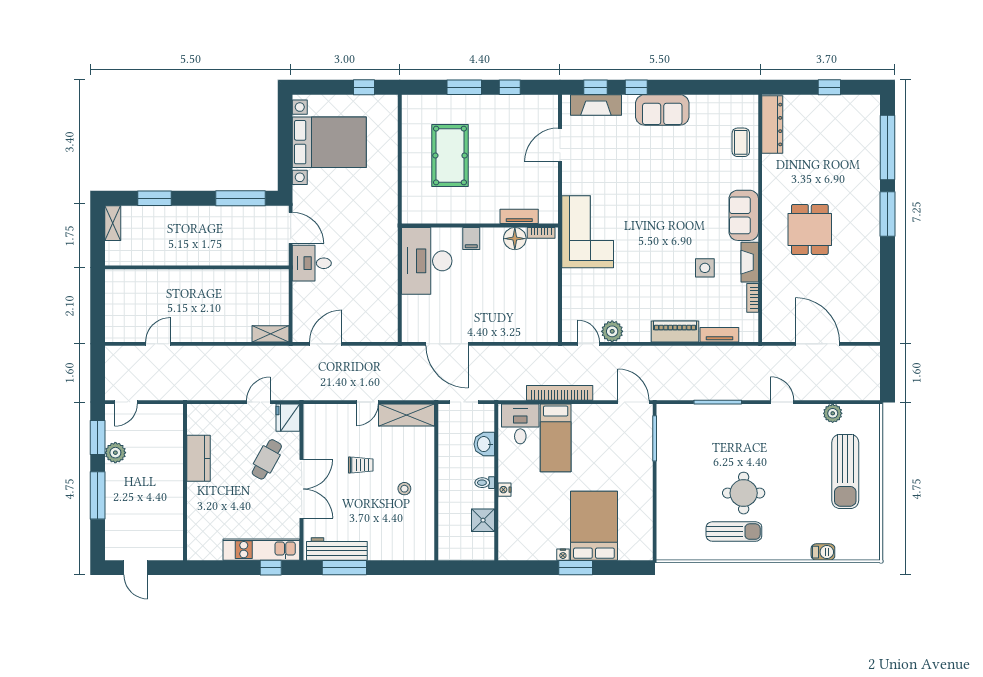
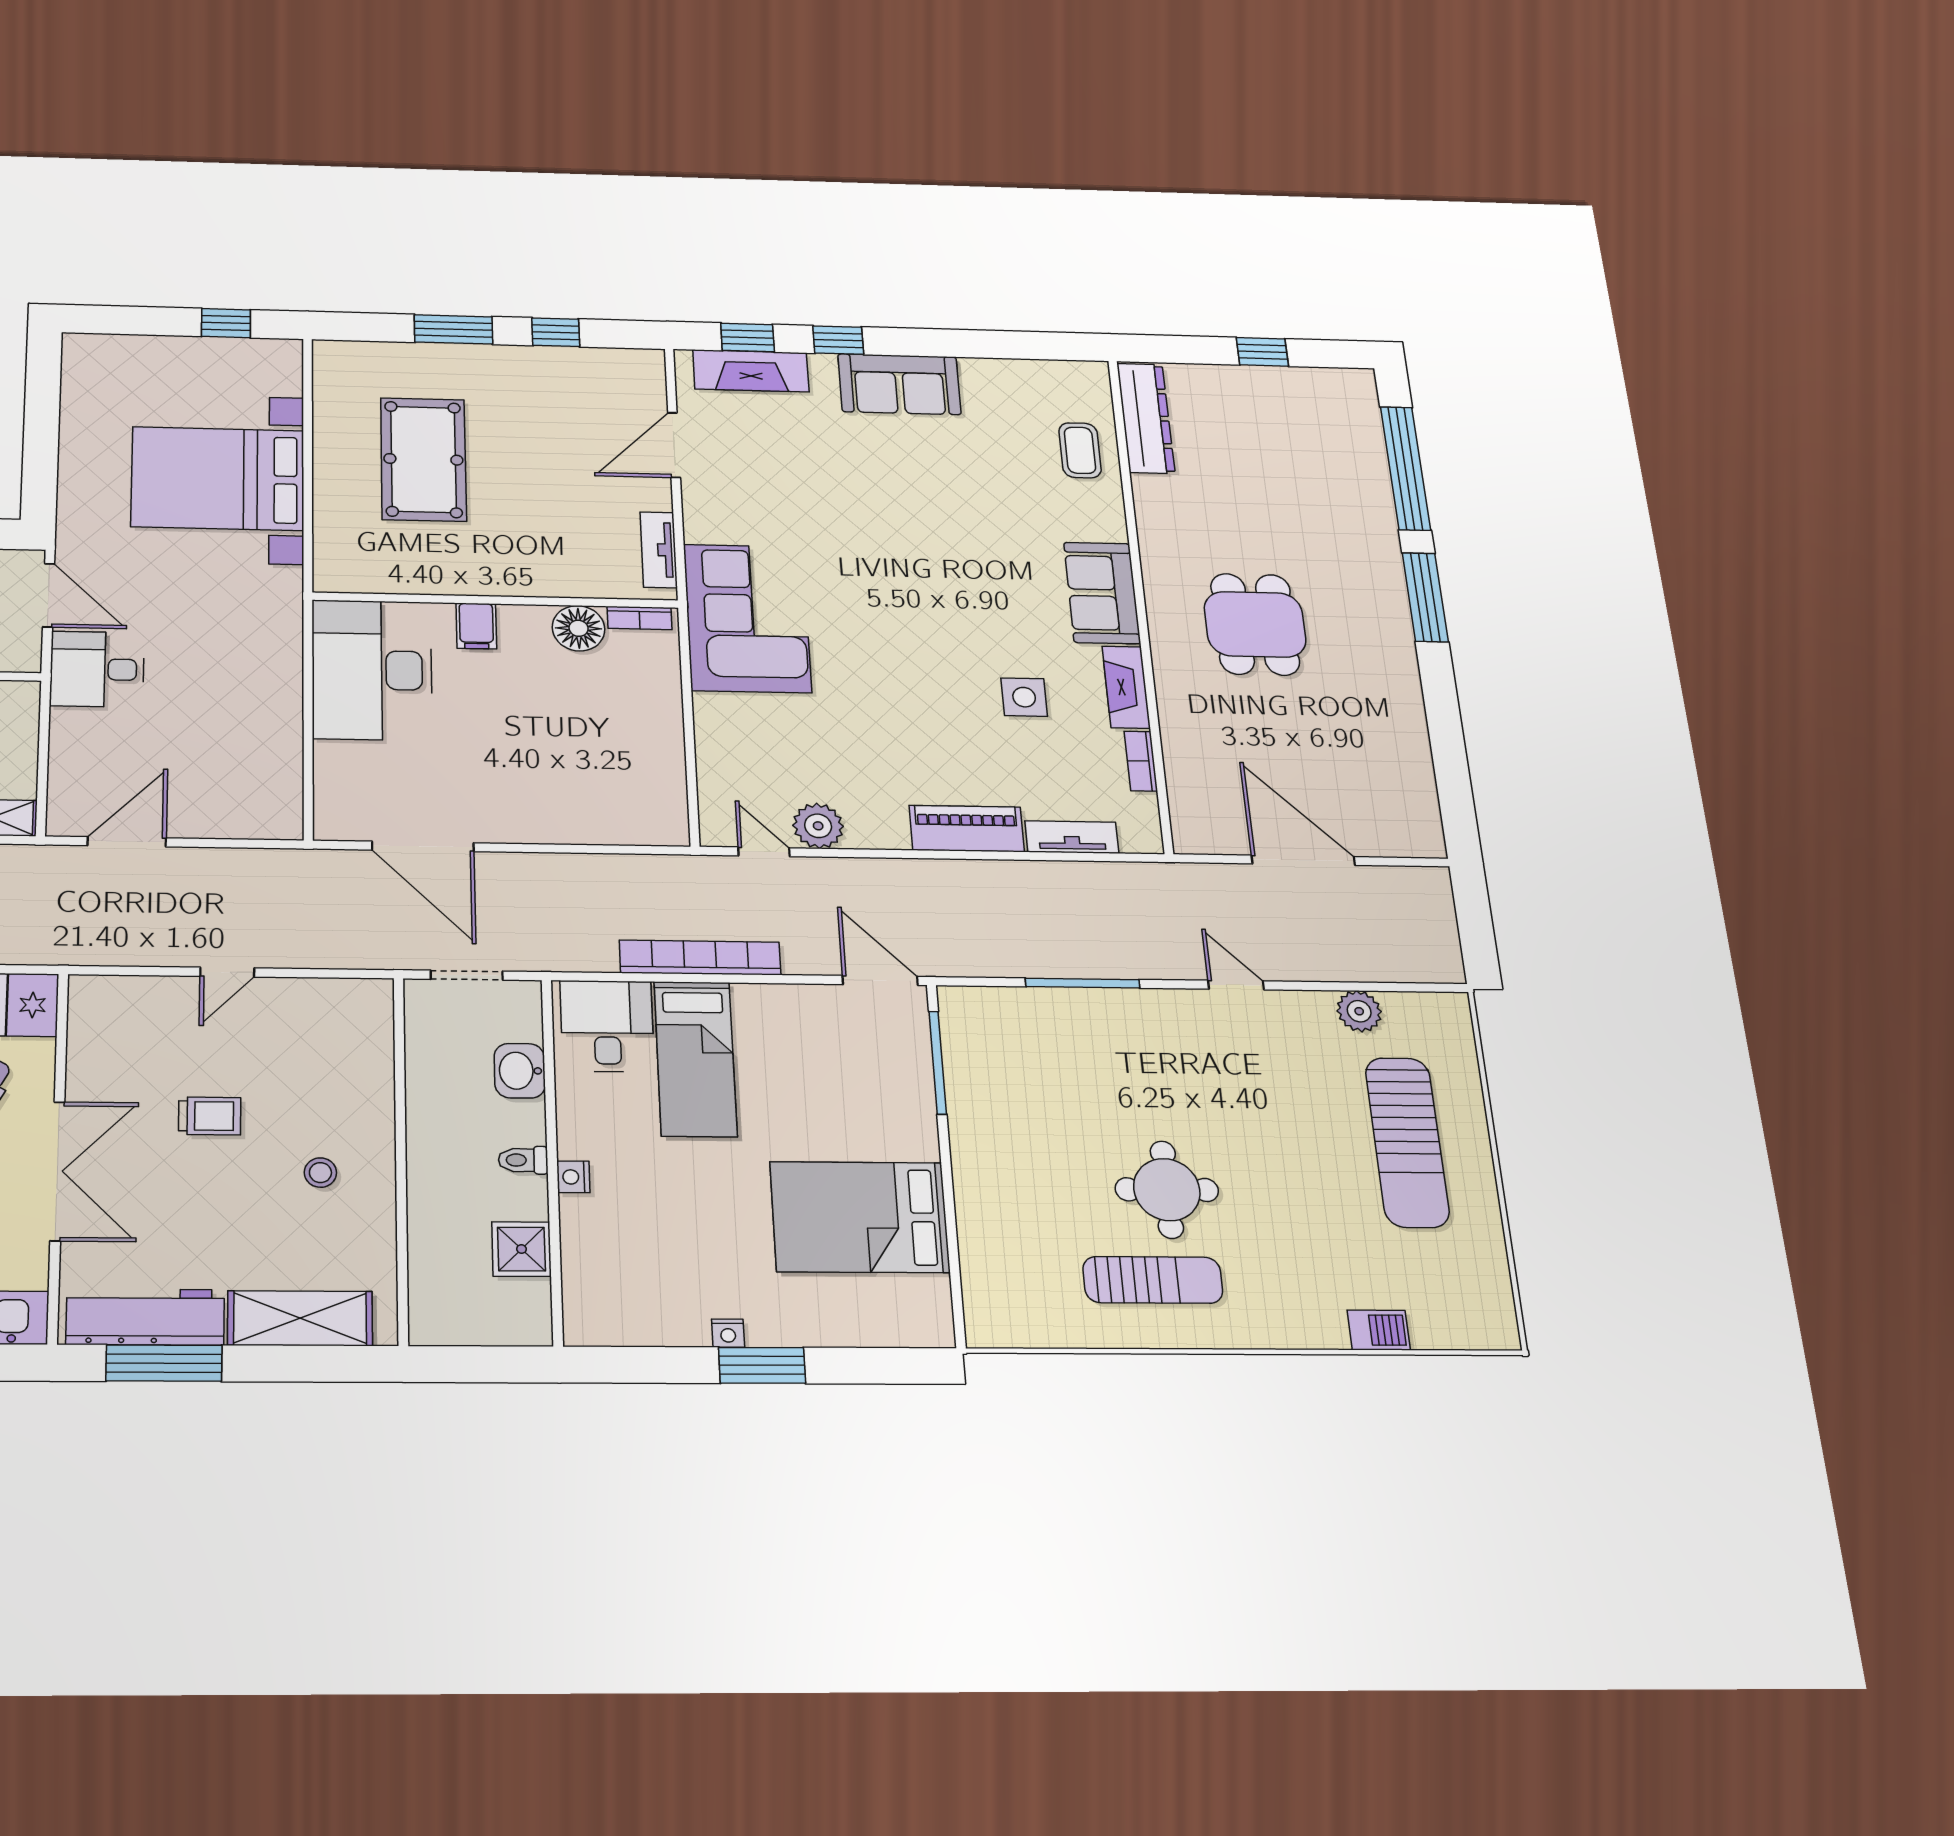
bed with nightstands: (329, 142) -> (218, 479), moved, turned 180
tv unit: (519, 216) -> (659, 550), moved, turned -90
shelving: (407, 415) -> (300, 1318), moved
bed: (594, 526) -> (860, 1217), moved, turned -90

